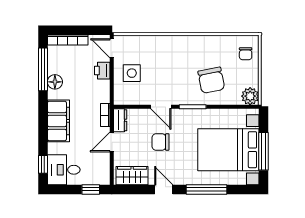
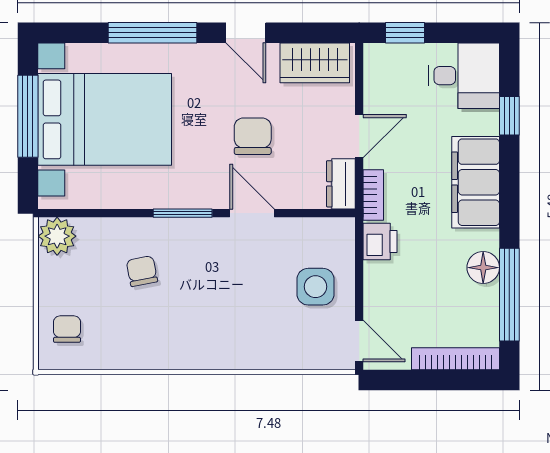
printer: (102, 71) -> (380, 242), moved
chair: (211, 80) -> (142, 271), width x0.54, depth x0.54
chair: (161, 142) -> (253, 136), turned -90
window: (43, 164) -> (509, 116), moved

